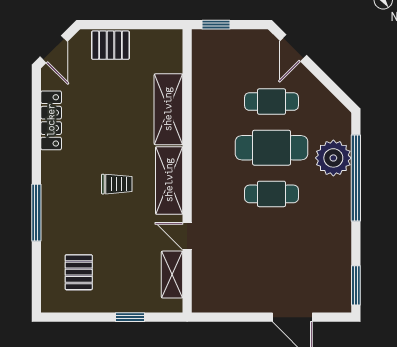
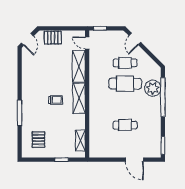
locker: (51, 120) -> (26, 71), removed
cafe table: (272, 194) -> (125, 125), moved
door: (187, 236) -> (87, 43), moved

